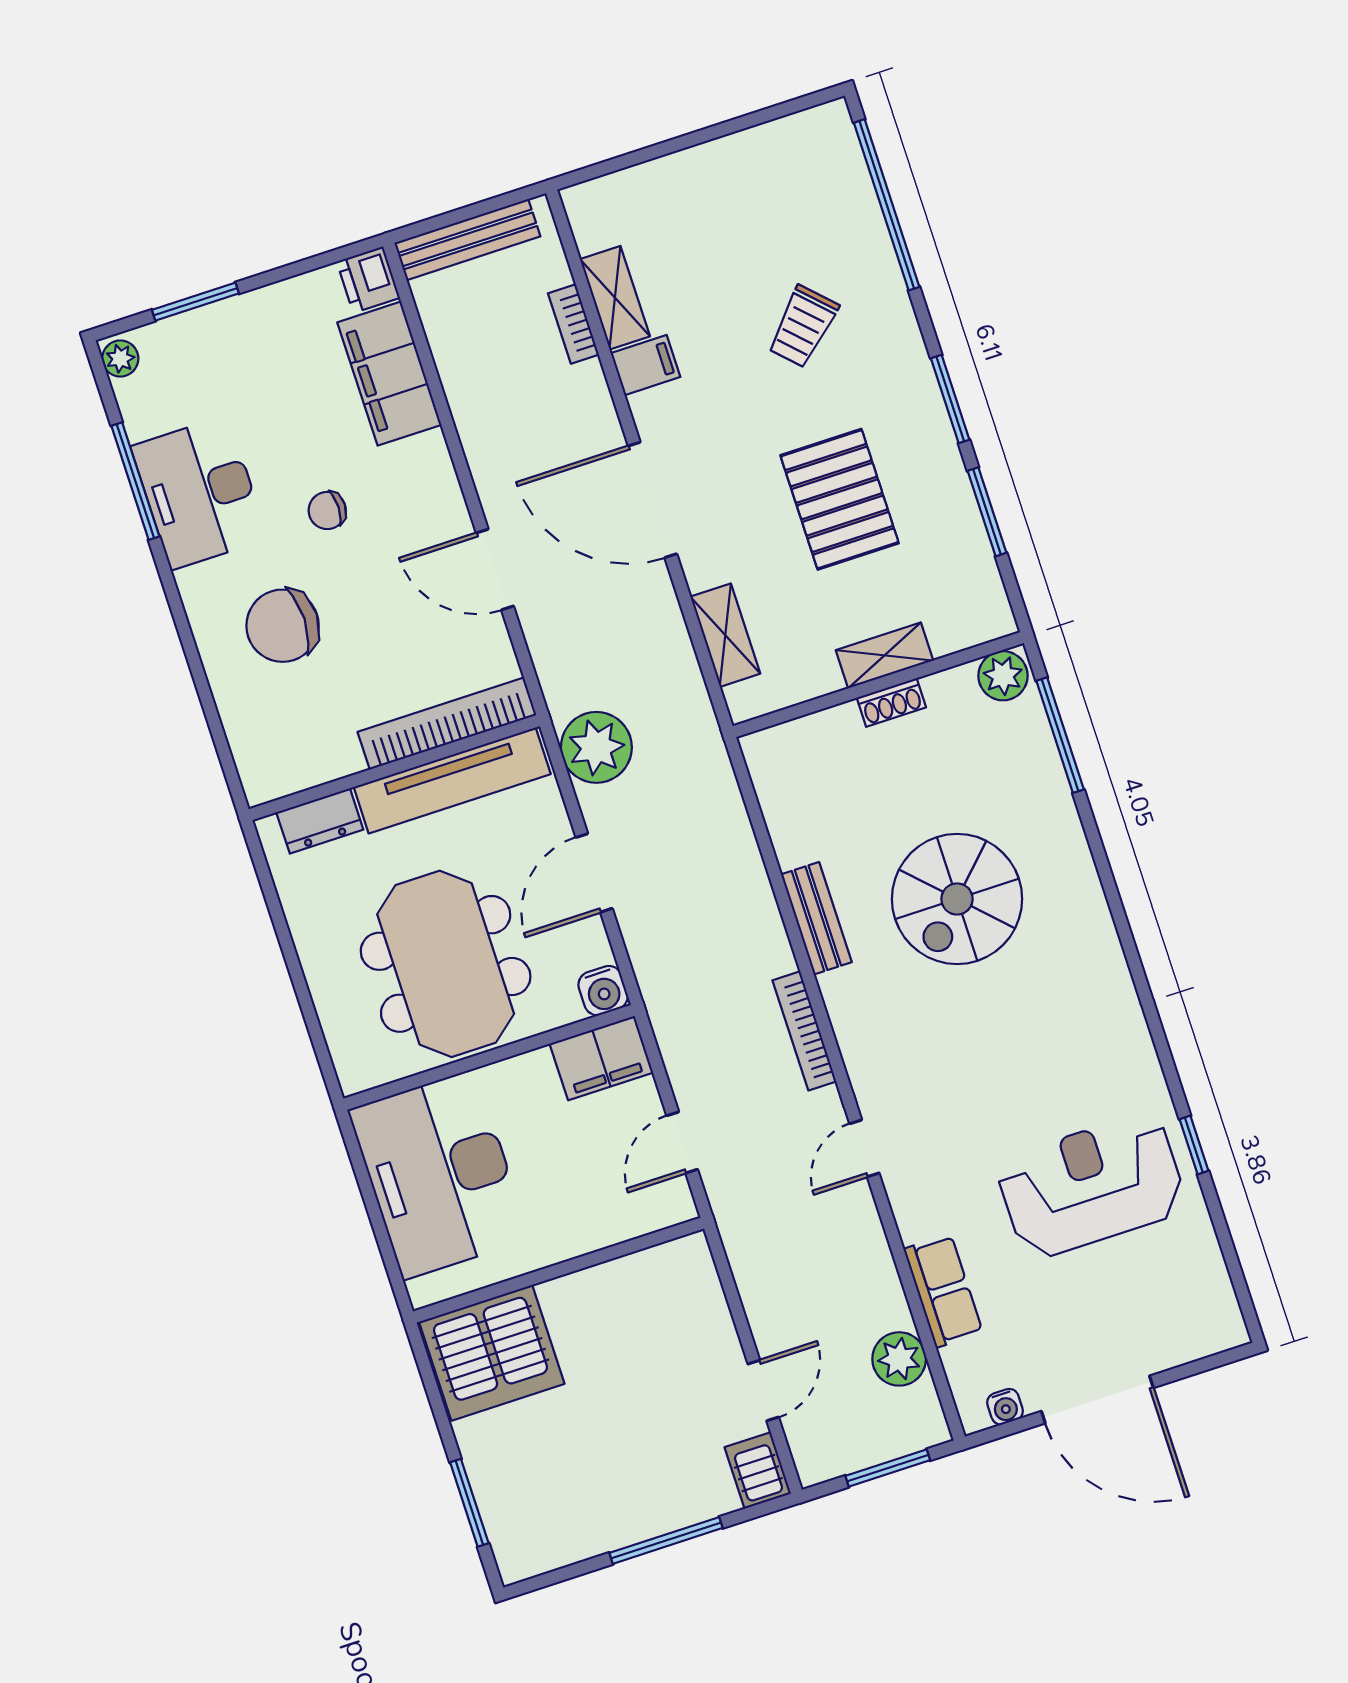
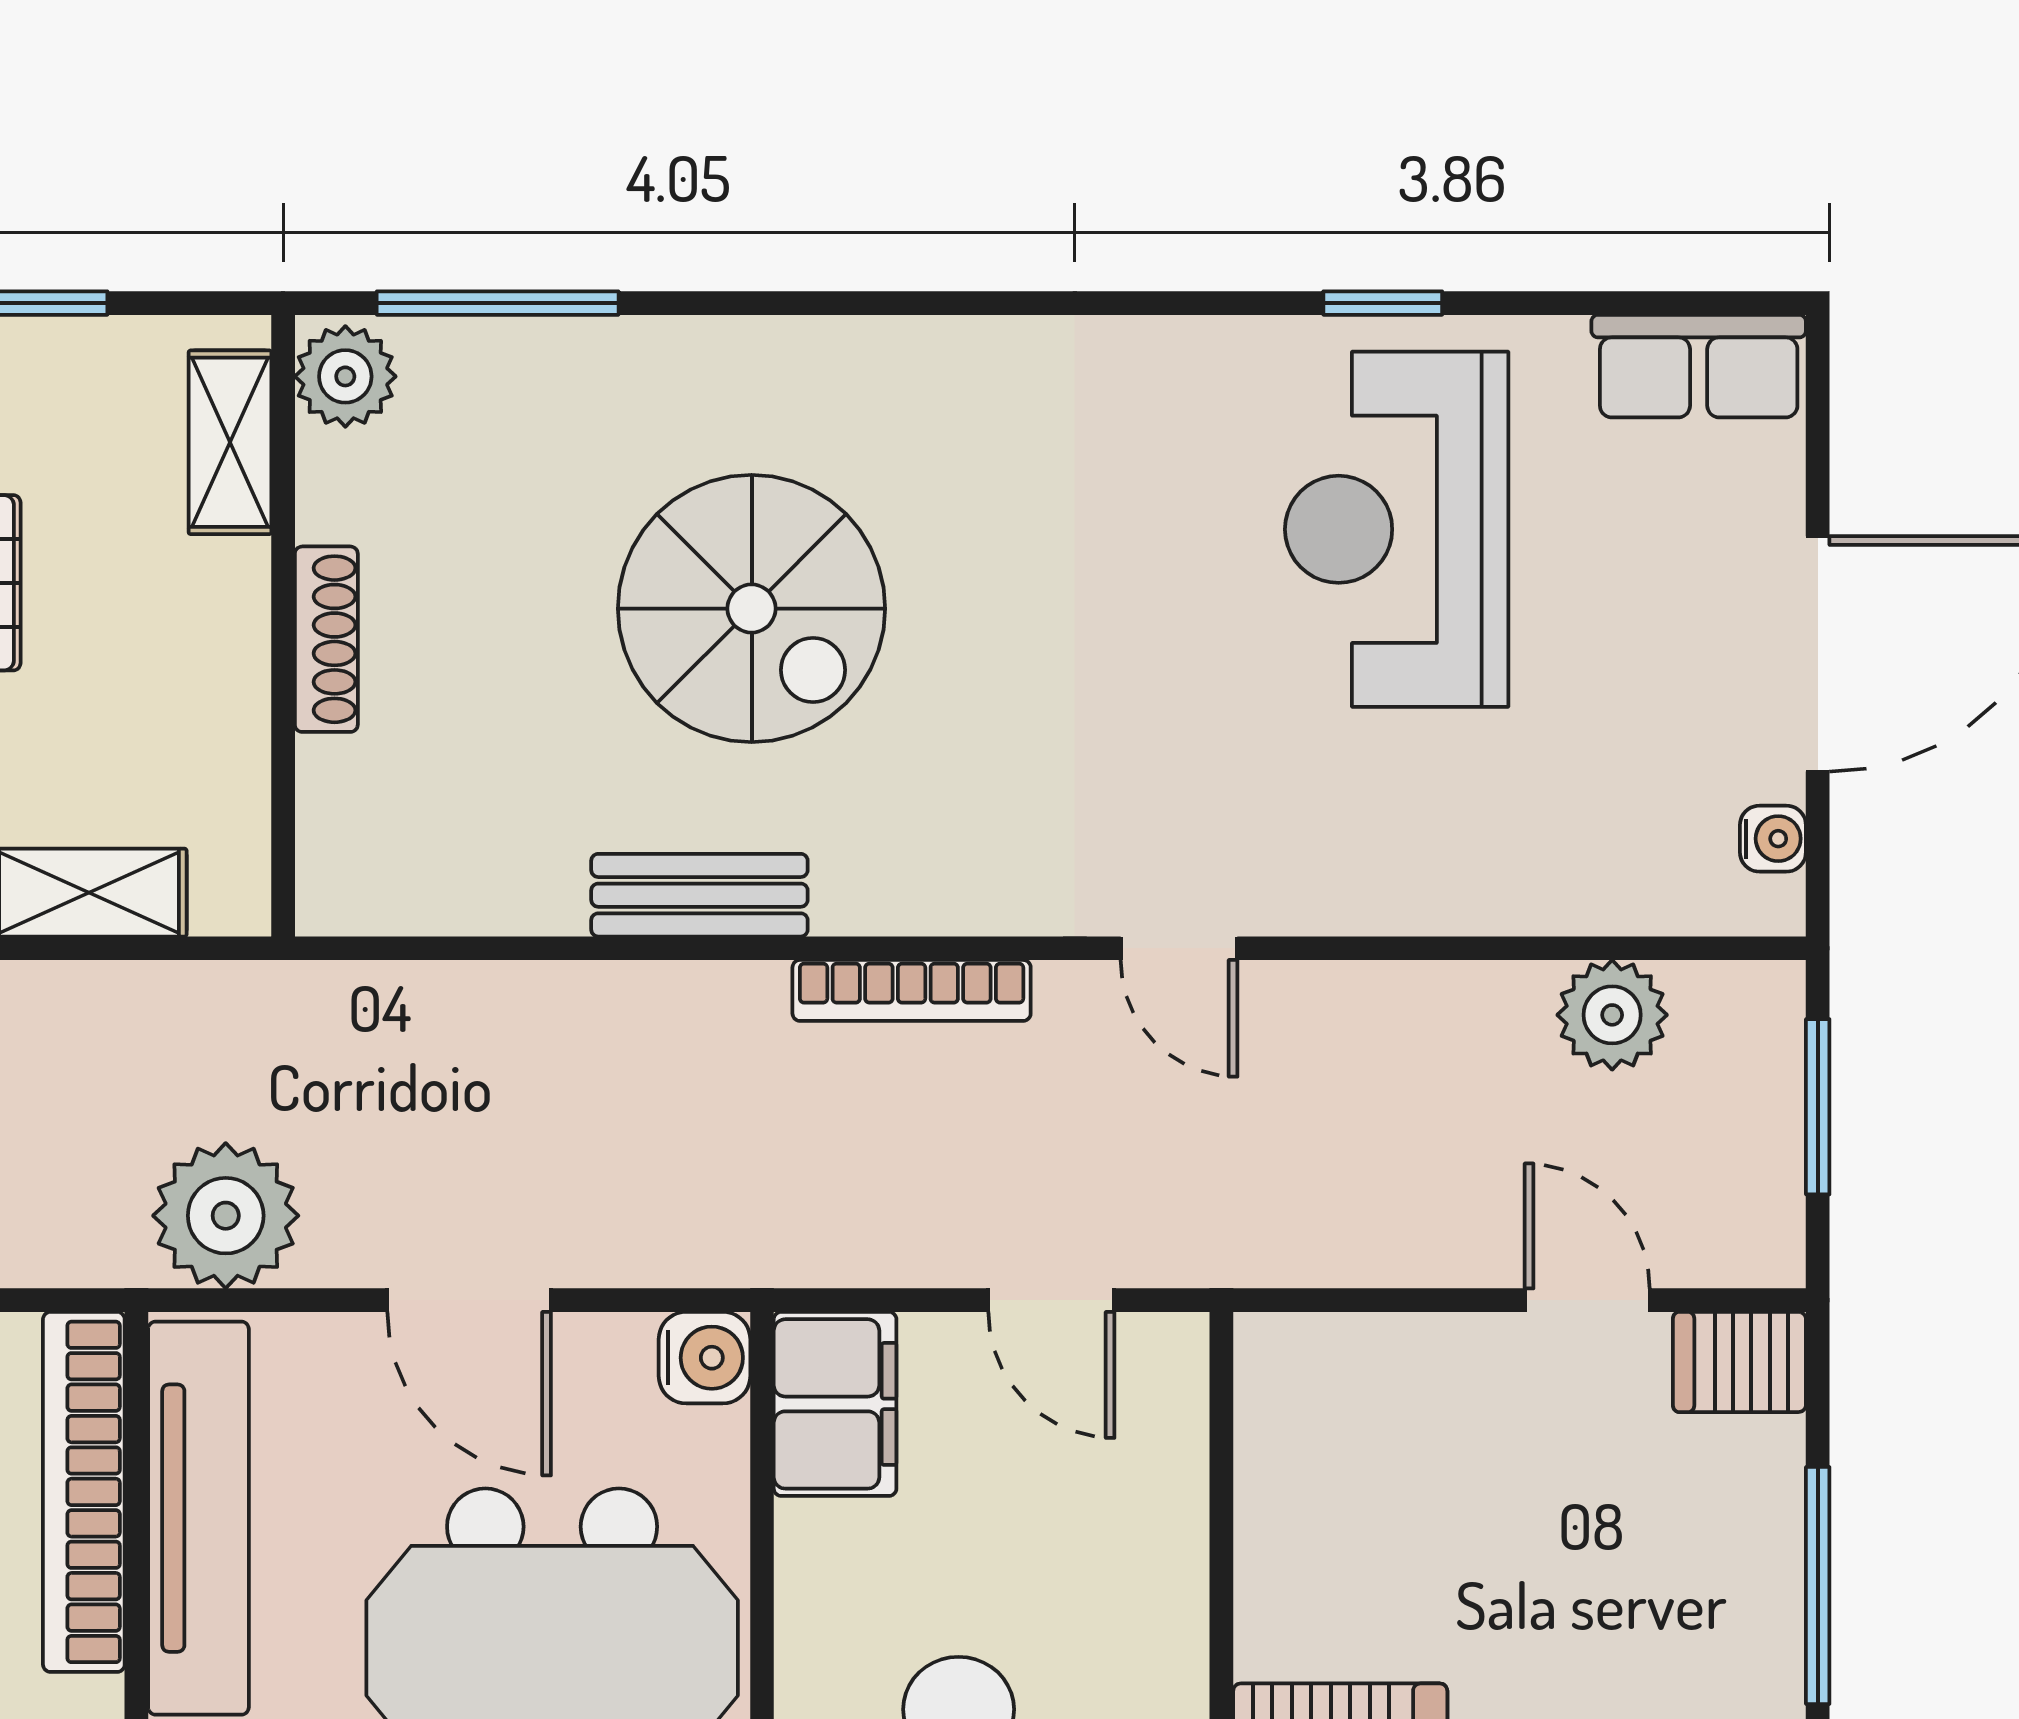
shelving: (884, 655) -> (230, 442), moved
shoe rack: (891, 703) -> (326, 639), width x1.43
row of seats: (943, 1291) -> (1699, 366), moved, turned 180

